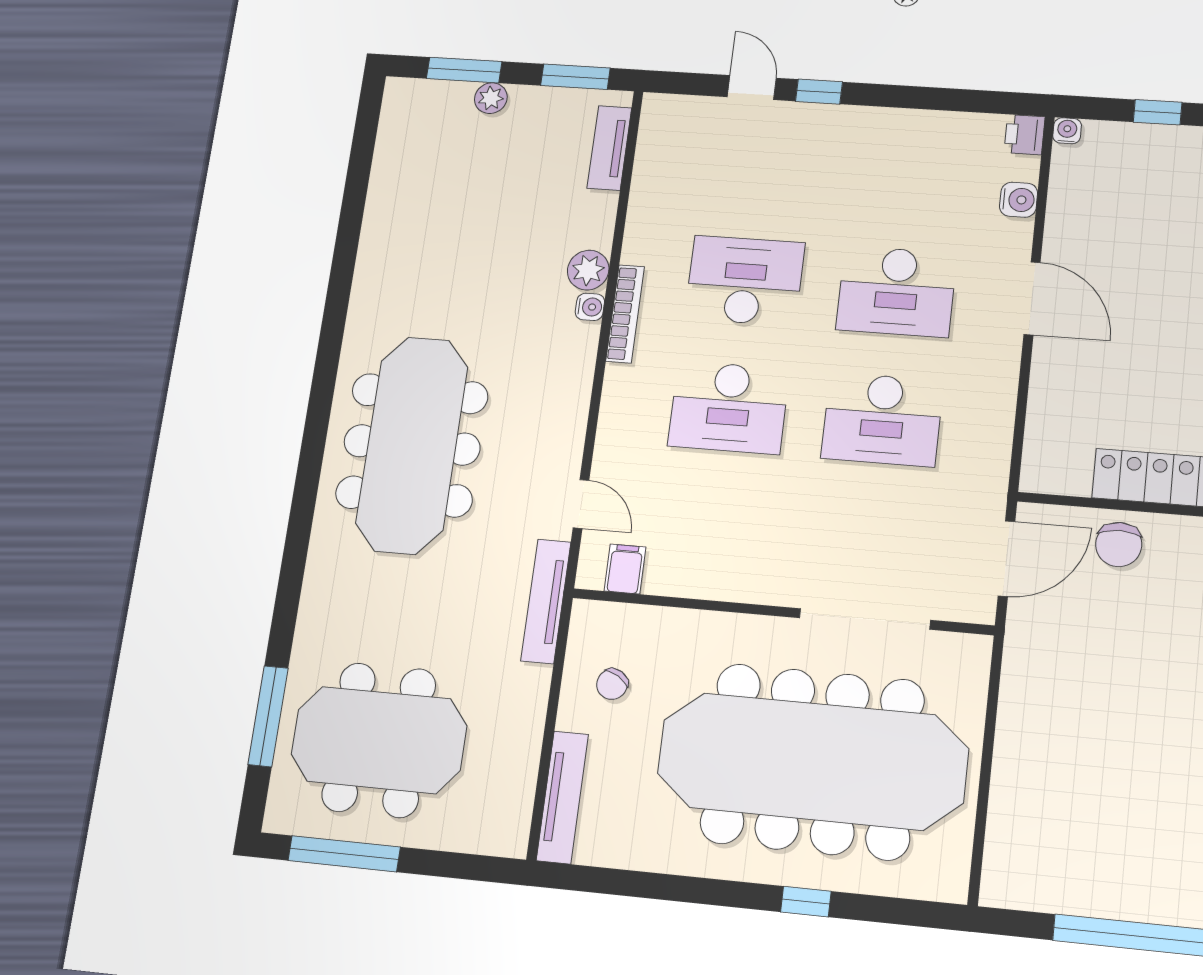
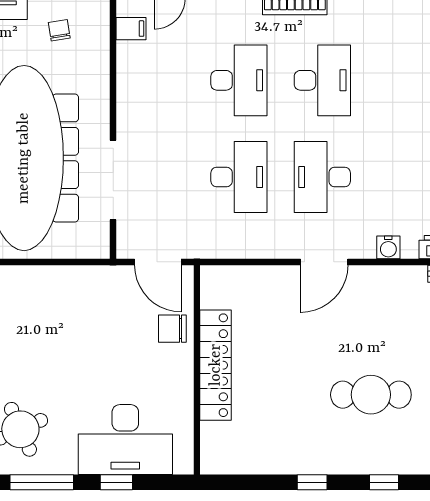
desk: (729, 407) -> (239, 80), turned 180
desk: (882, 419) -> (239, 177), turned 180
chair: (612, 684) -> (59, 30), turned 50

